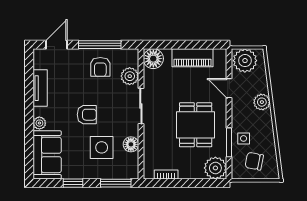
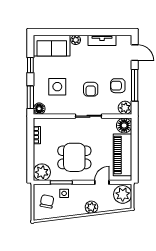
piano: (192, 58) -> (123, 155), width x1.37, depth x1.33
plant: (130, 76) -> (125, 108), moved
armchair: (87, 115) -> (91, 89), moved
floor lamp: (131, 144) -> (39, 109), moved

